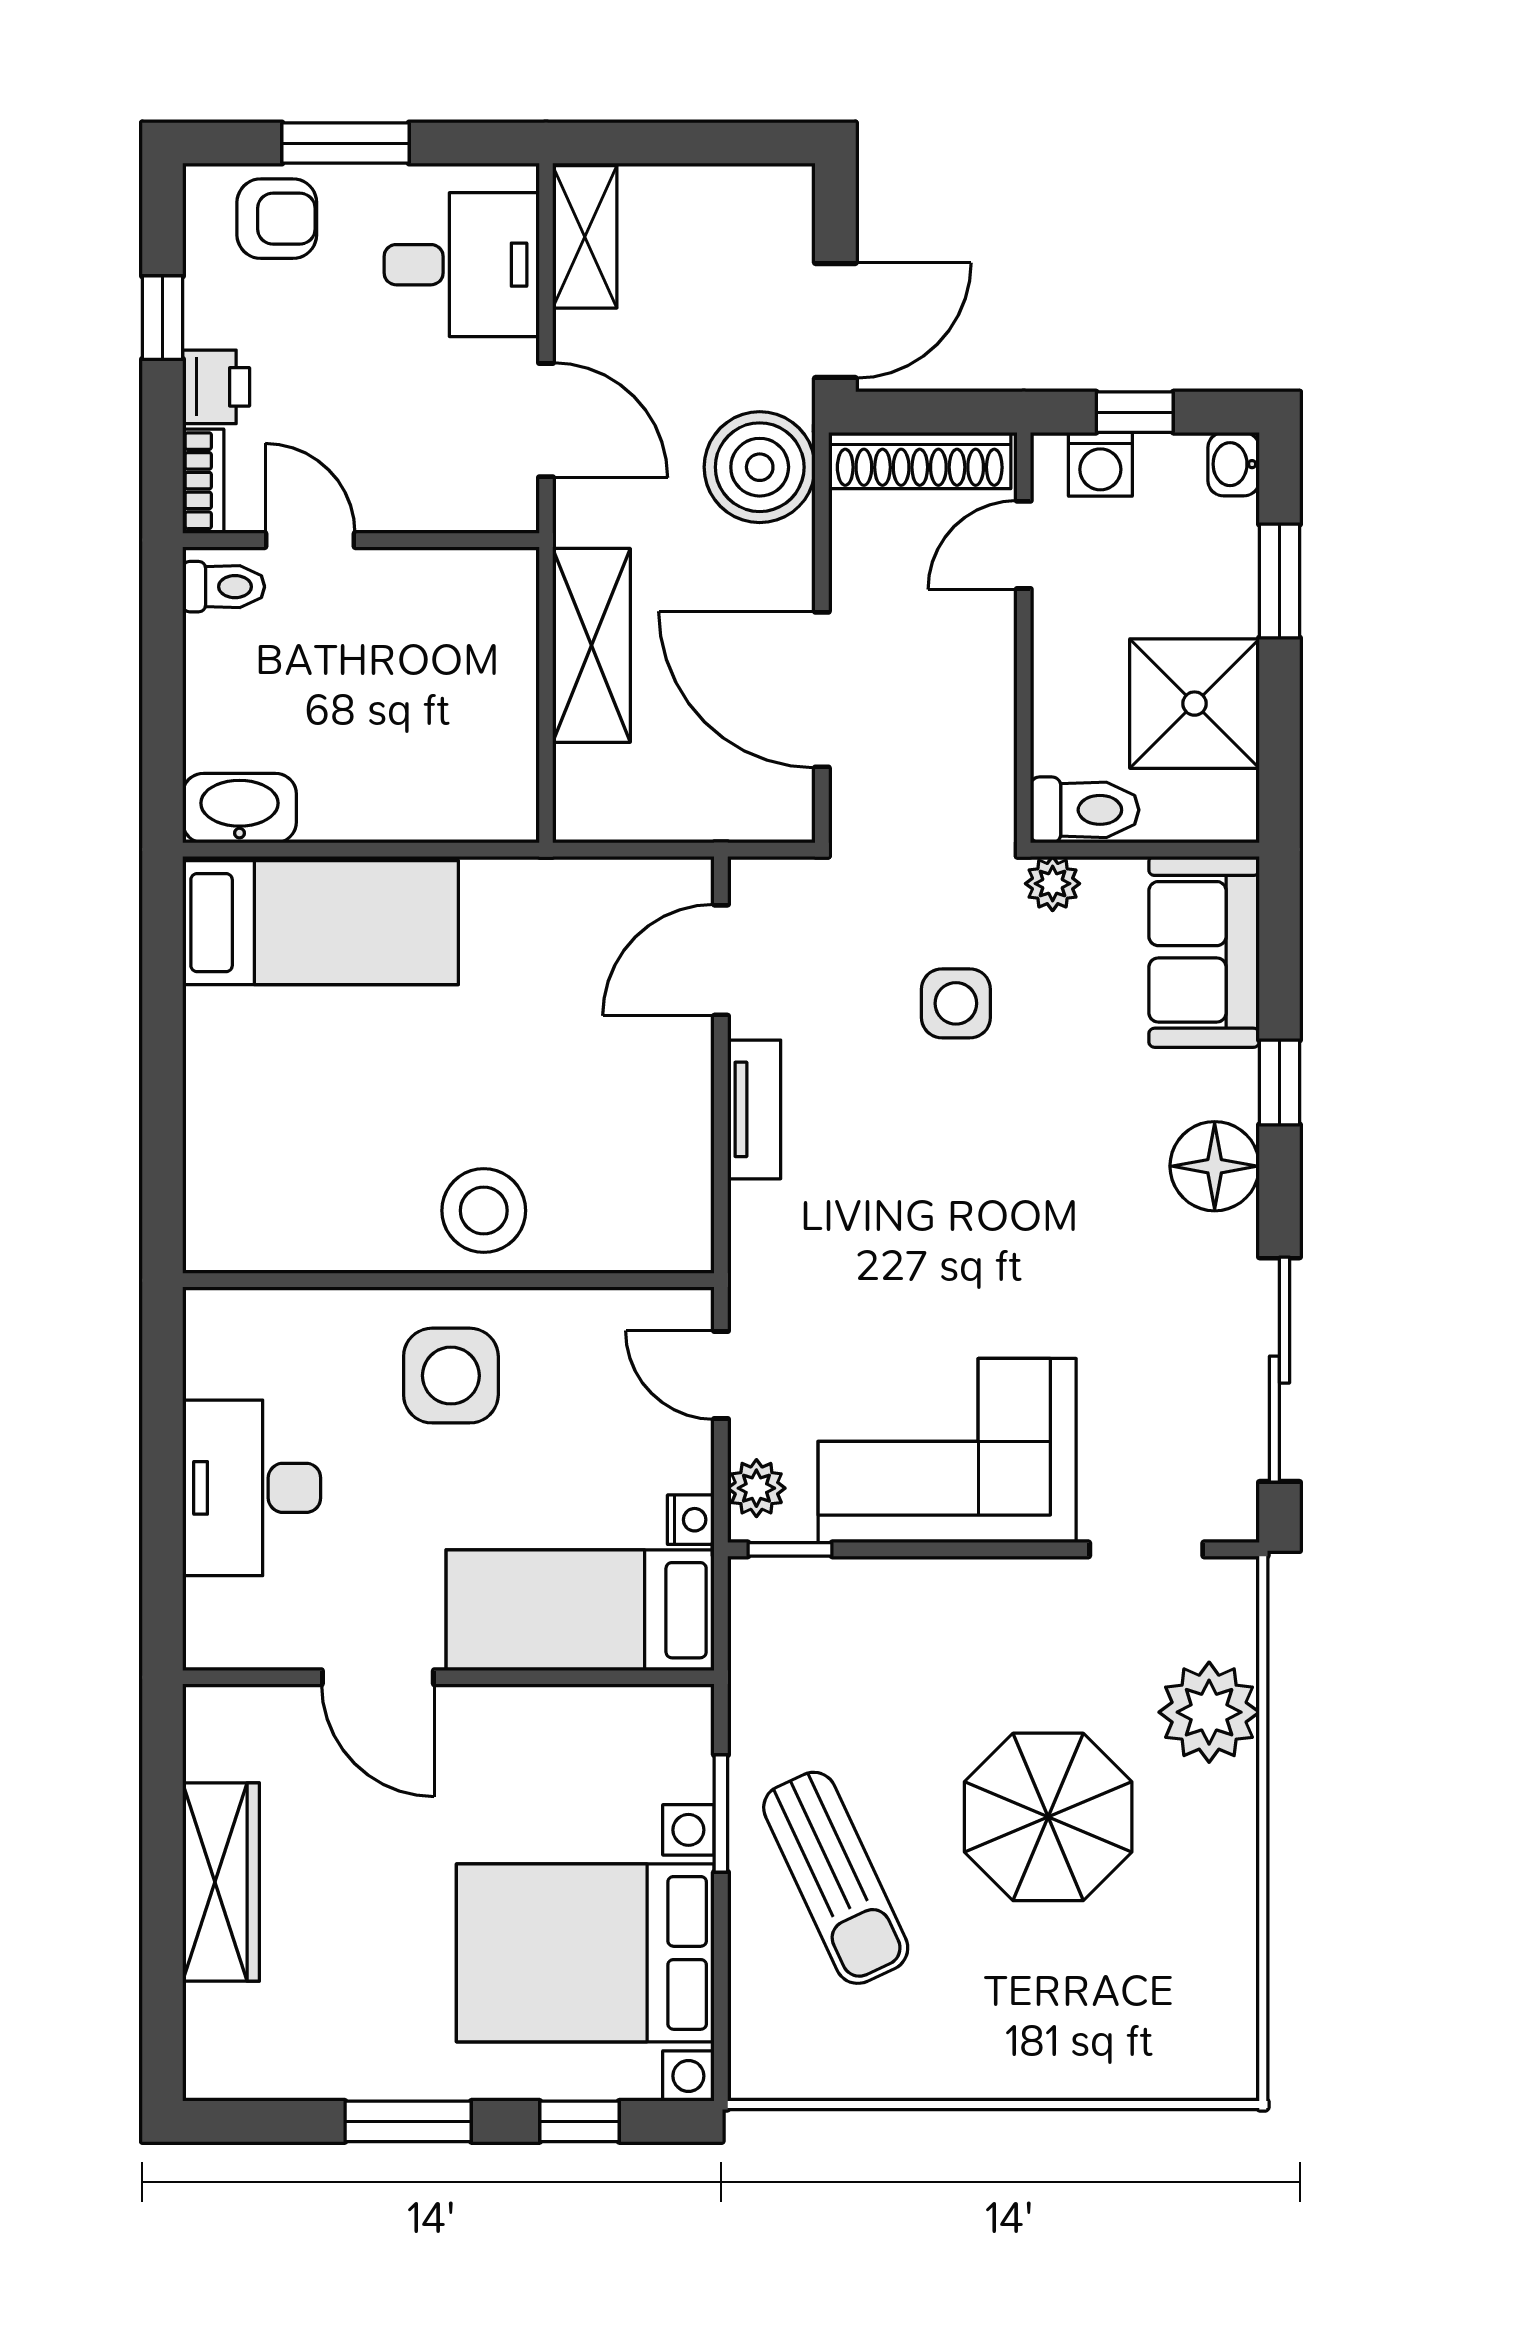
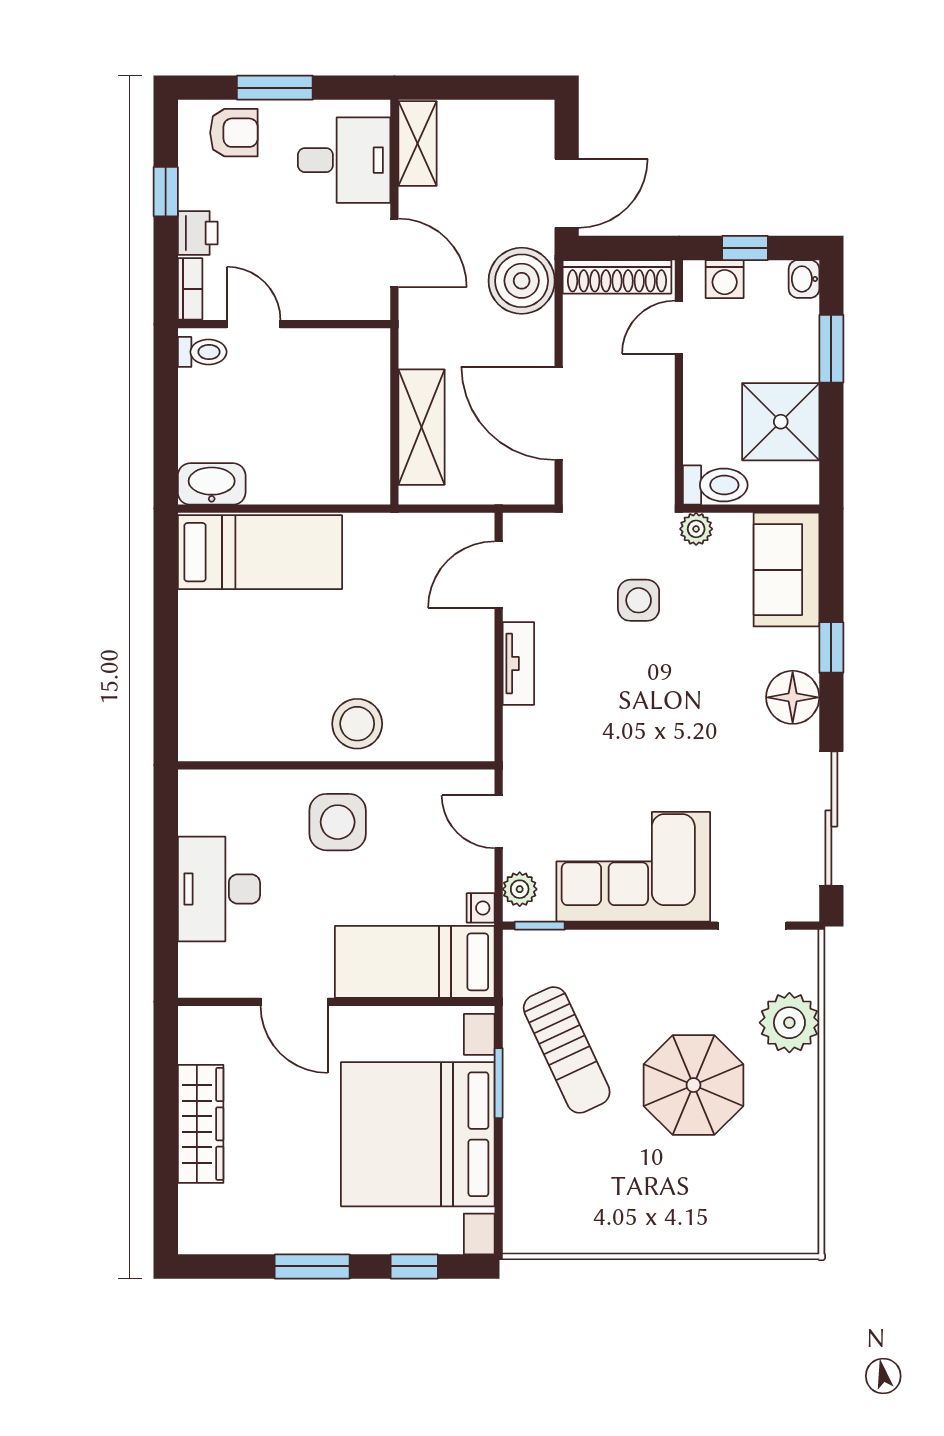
shelving: (592, 645) -> (421, 427), moved
sun lounger: (836, 1878) -> (567, 1050), moved
bed with nightstands: (585, 1953) -> (418, 1134), width x1.36

